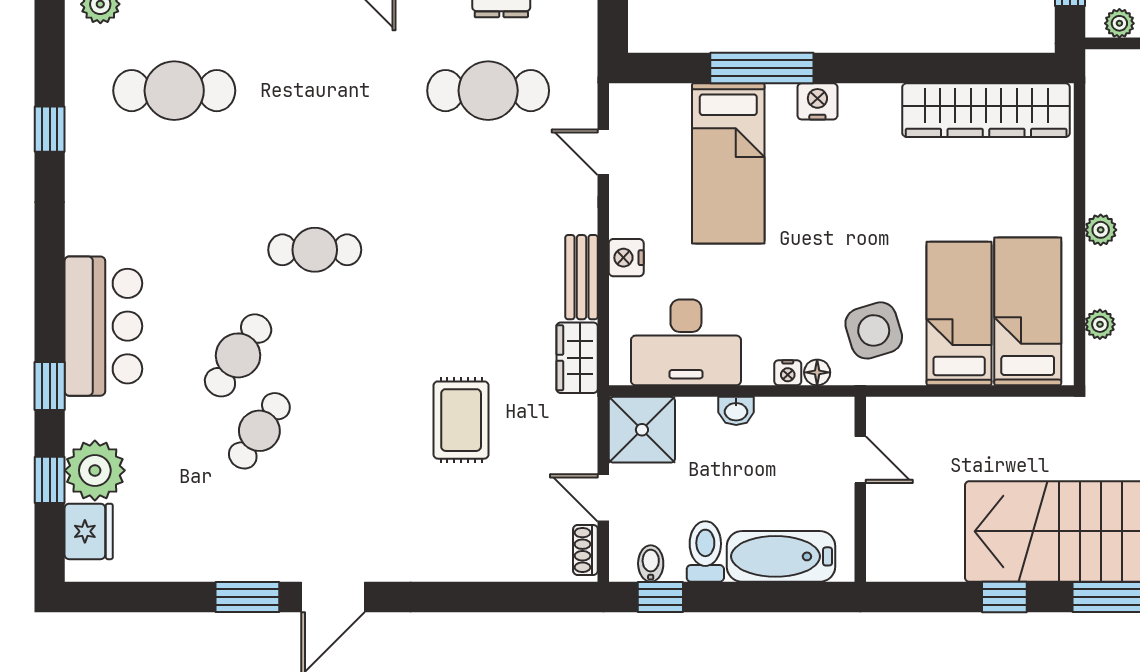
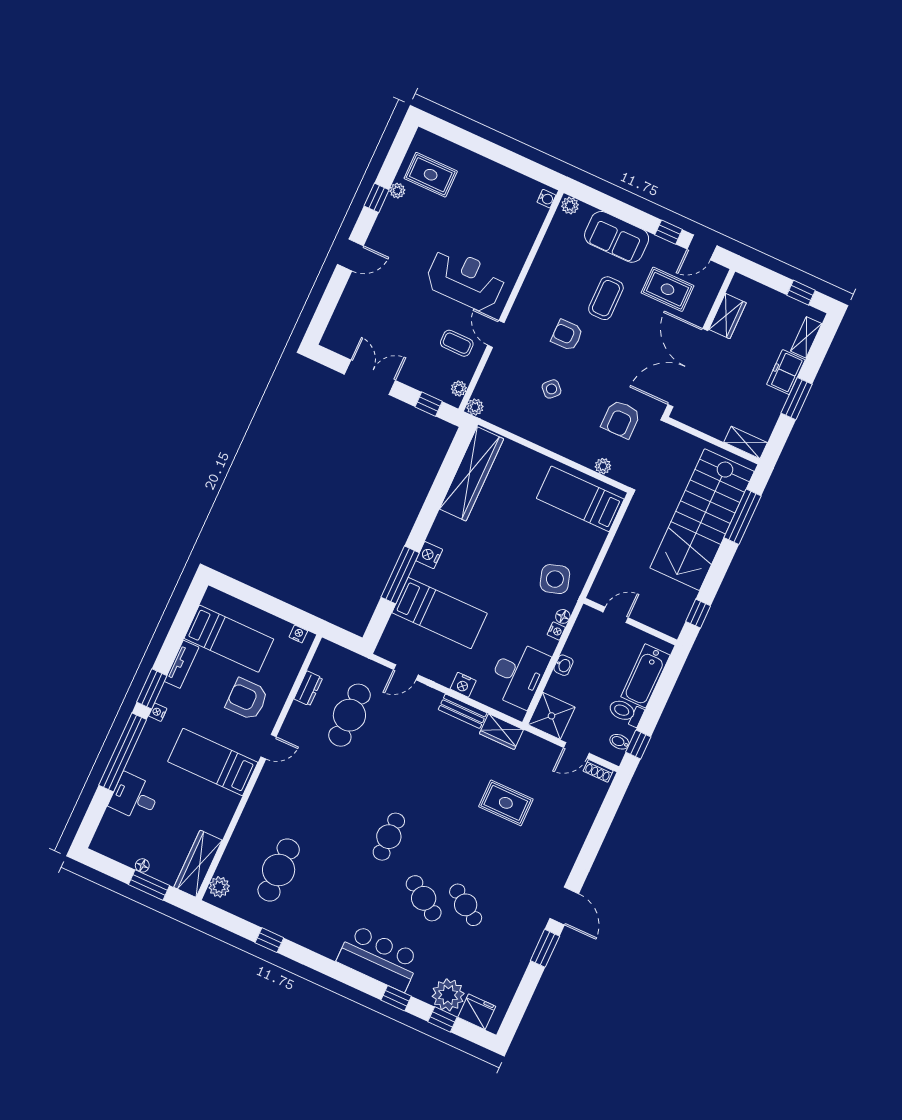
plant: (1101, 230) -> (475, 407), moved
bed: (959, 314) -> (566, 533), removed
window: (1004, 597) -> (698, 614), moved

